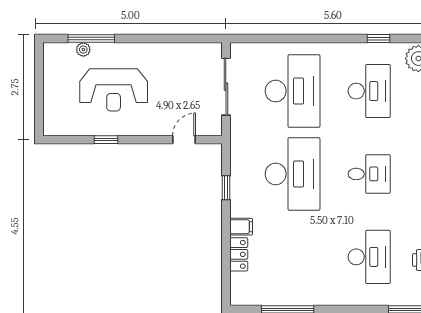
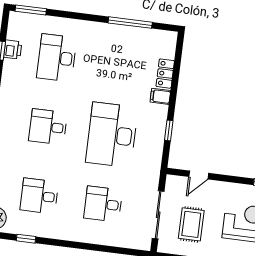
rug: (185, 80) -> (191, 224), added
desk: (293, 91) -> (103, 204), width x0.53, depth x0.77
desk: (369, 91) -> (39, 196), width x0.73

